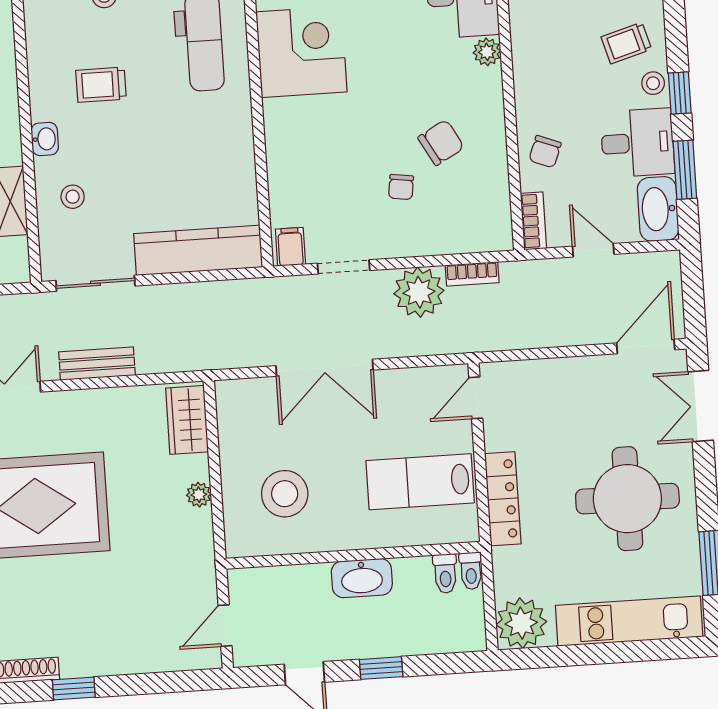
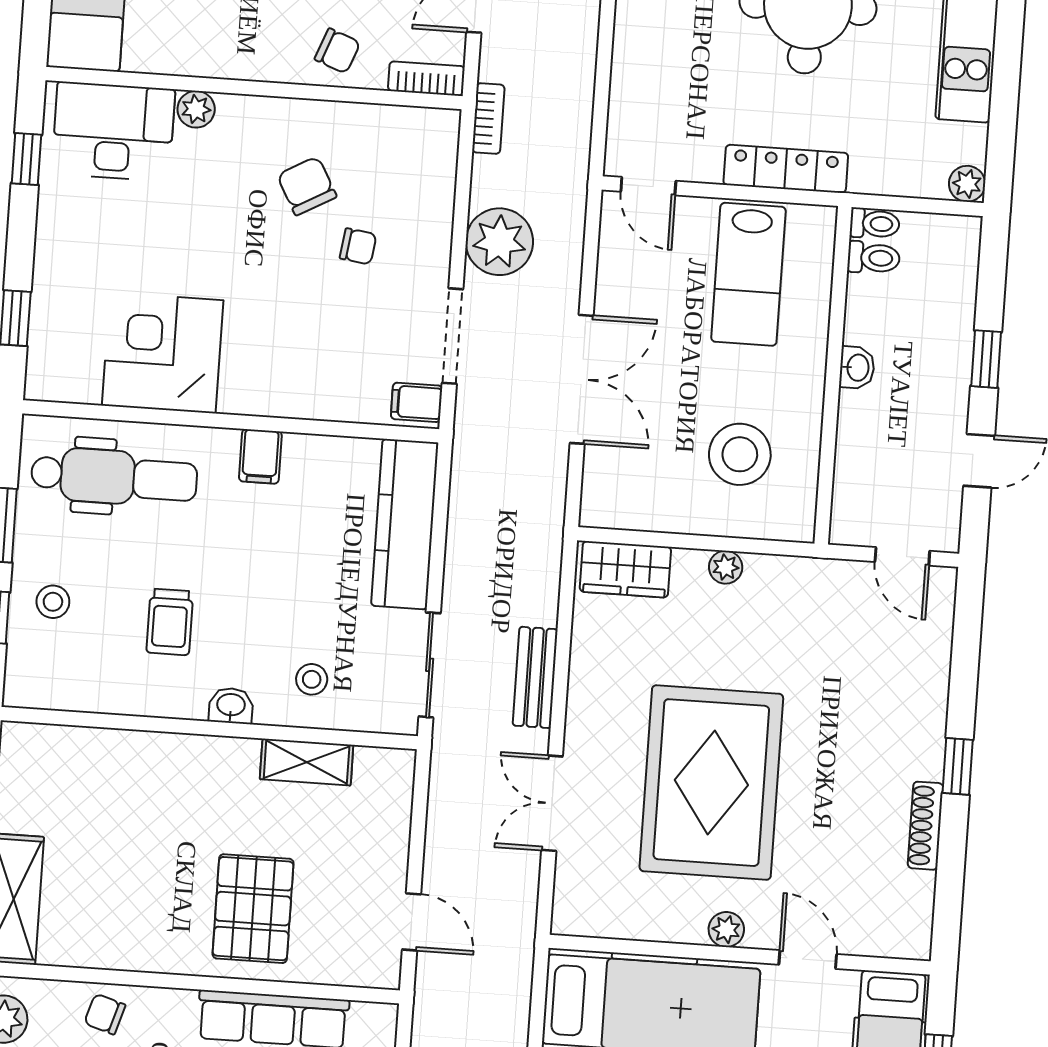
filing cabinet: (234, 136) -> (260, 456), added
doorway: (344, 267) -> (453, 336), width x1.38
bookcase: (472, 274) -> (488, 119), moved
washbasin: (362, 578) -> (857, 368), width x0.52, depth x0.69
plant: (521, 623) -> (967, 184), width x0.53, depth x0.53

